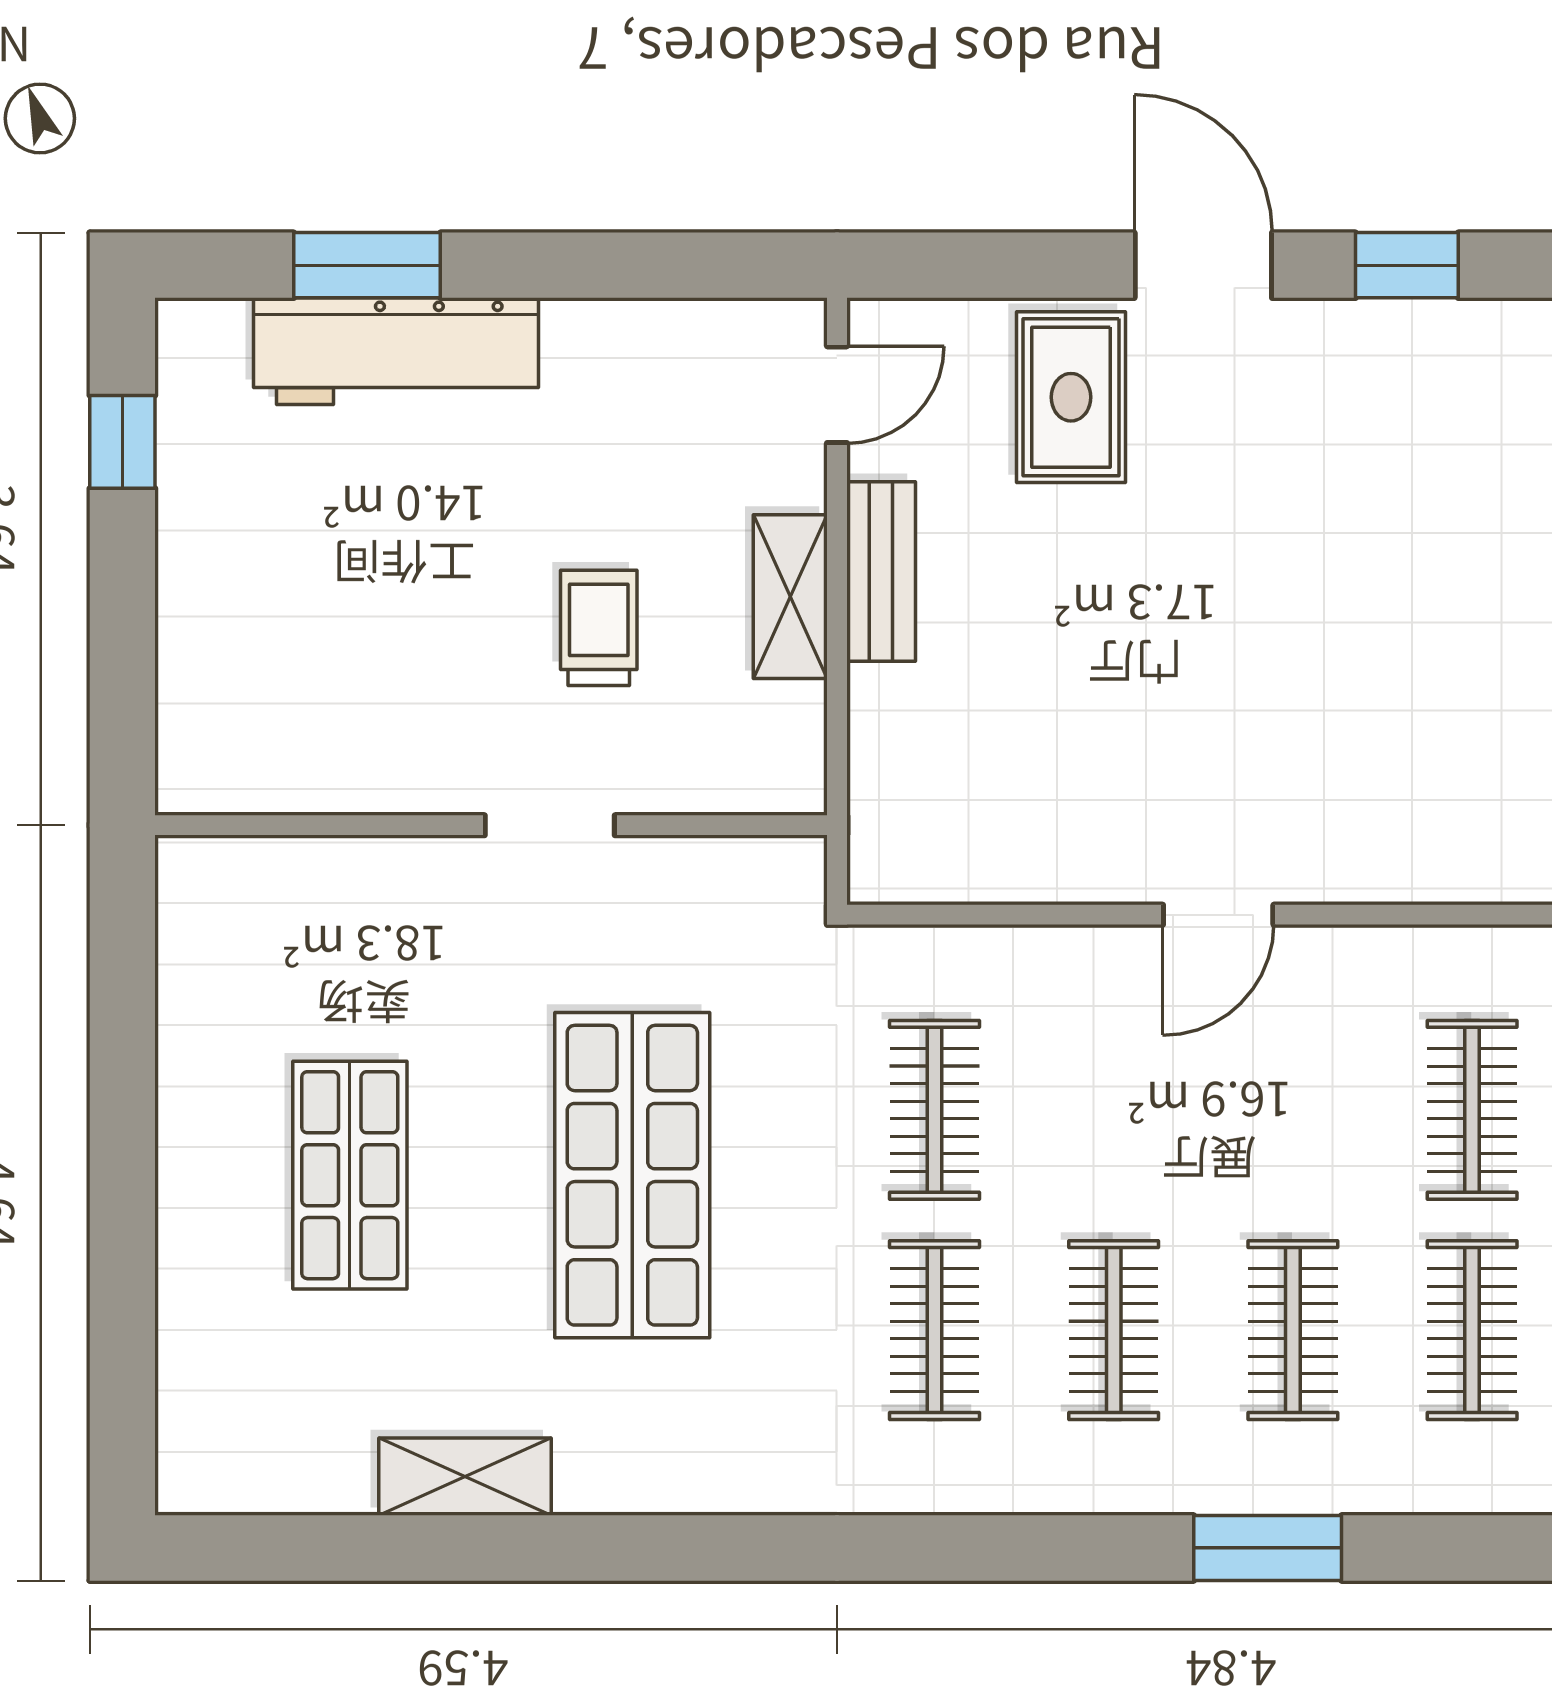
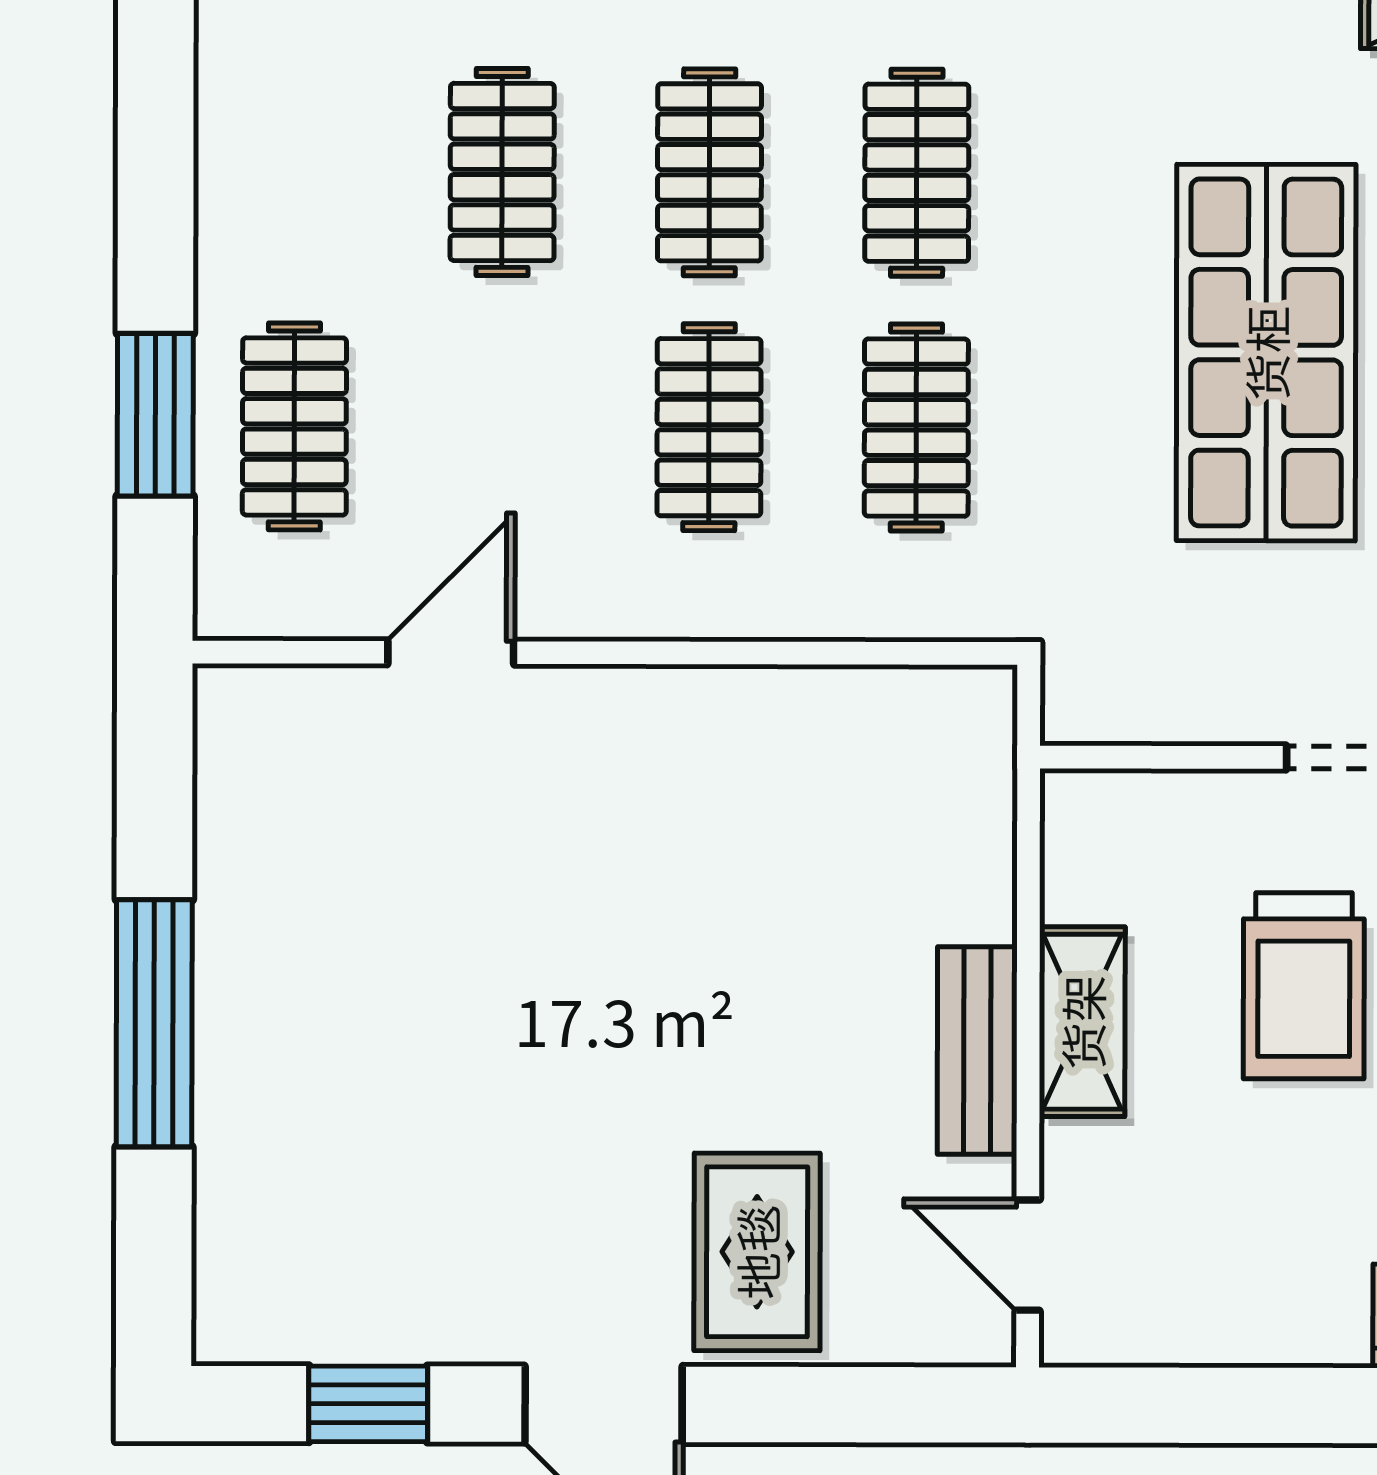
door: (837, 395) -> (1028, 1255), hinge flipped
trolley: (599, 628) -> (1304, 986), width x1.36, depth x1.39
door: (1218, 915) -> (451, 652), moved
clothes rail: (1472, 1330) -> (709, 427), moved

